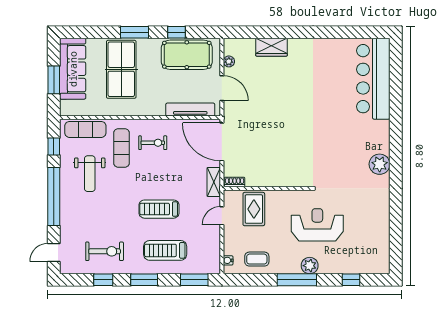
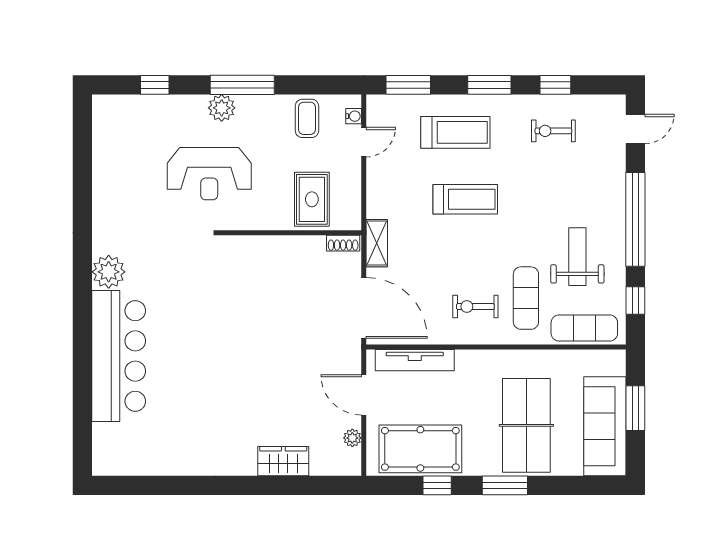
bar counter: (373, 79) -> (119, 356), moved
door: (222, 216) -> (364, 142), moved
exercise bike: (105, 251) -> (553, 131), width x0.73, depth x0.72
coffee table: (257, 259) -> (307, 118), turned 90

